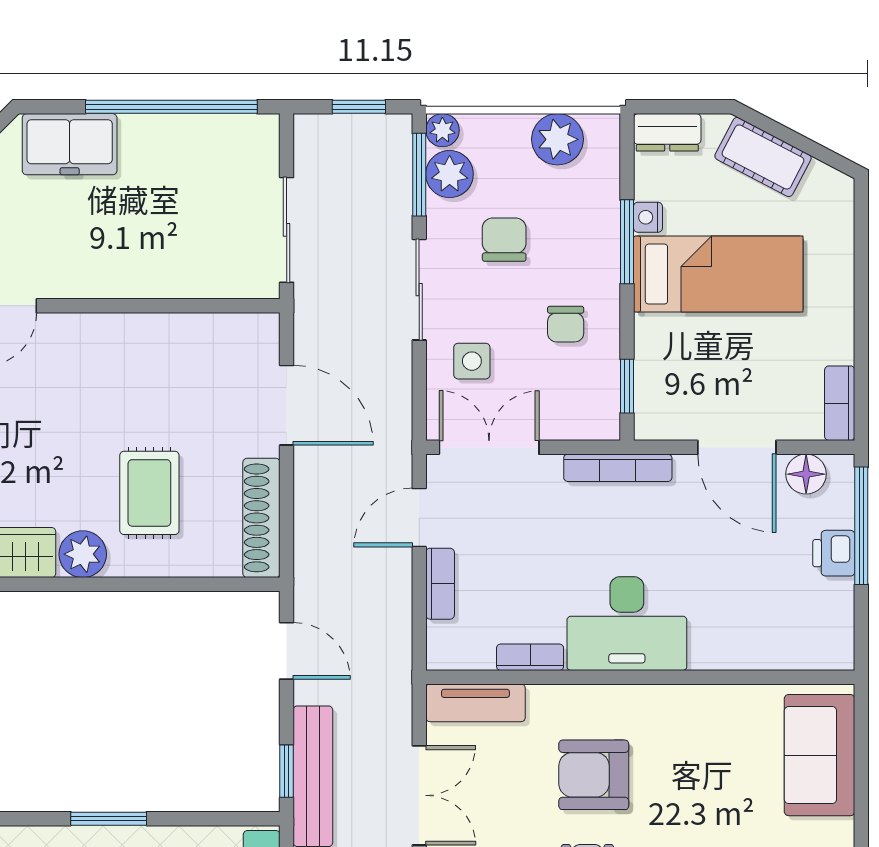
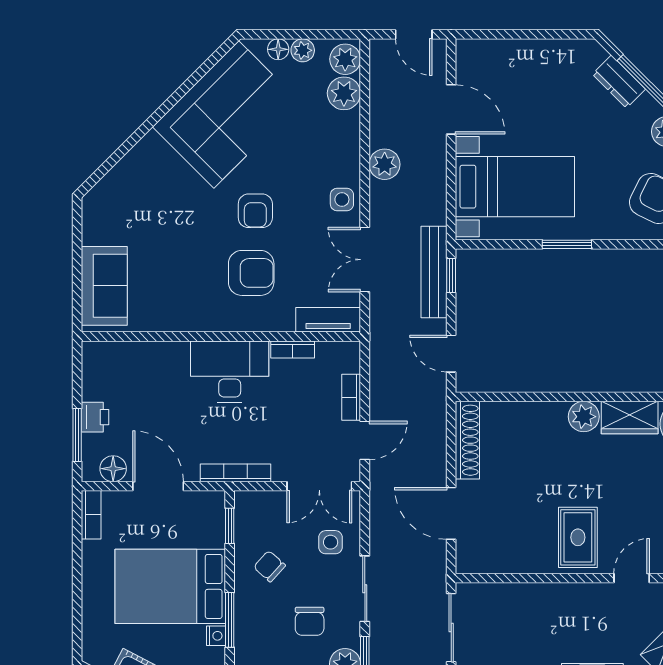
bed: (718, 274) -> (170, 586), width x1.50
chair: (566, 324) -> (270, 566), turned -48
rug: (149, 493) -> (578, 537), moved
window: (861, 526) -> (77, 435), width x0.69

